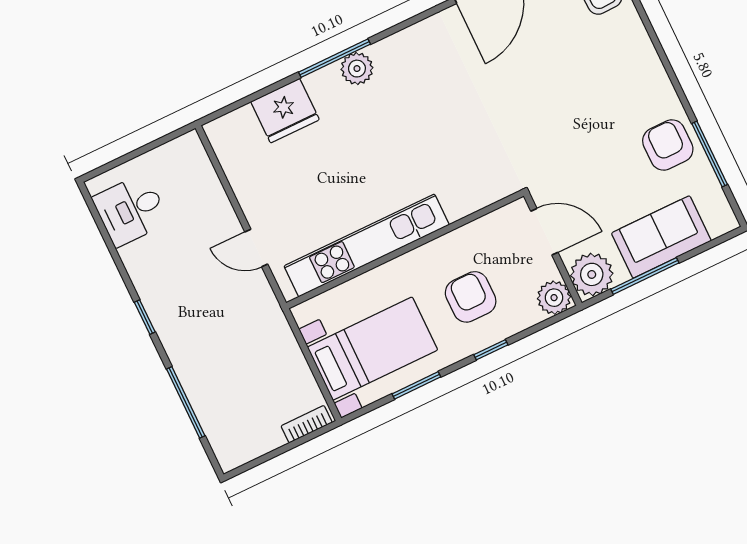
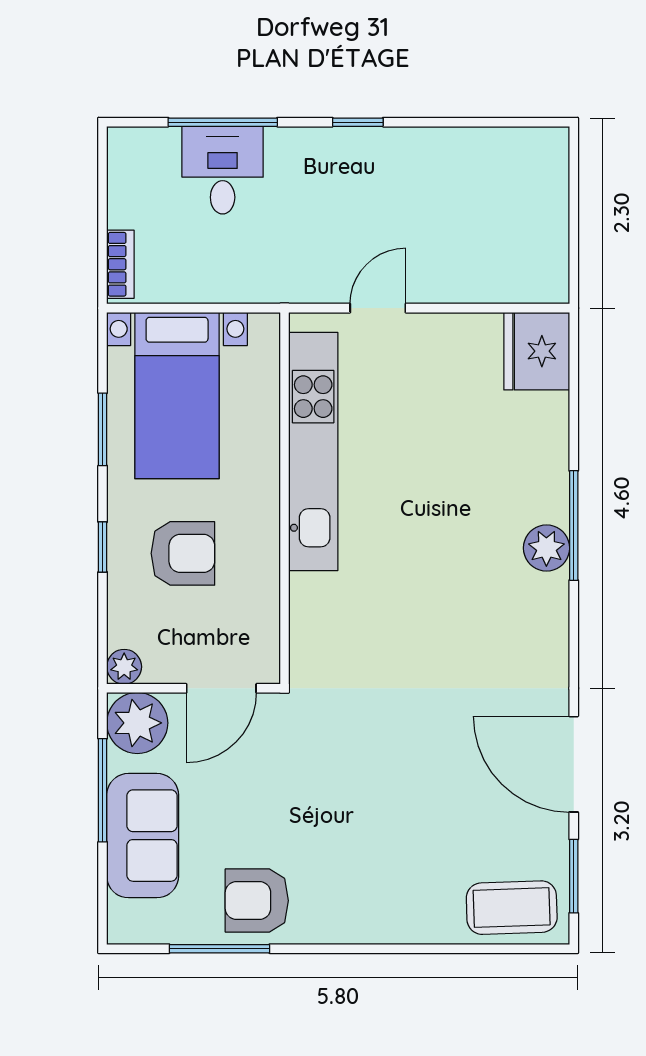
fridge: (285, 111) -> (537, 351), moved
armchair: (668, 145) -> (257, 901), turned 180
desk: (131, 210) -> (223, 170), moved
plant: (554, 298) -> (124, 667), width x0.73, depth x0.73

